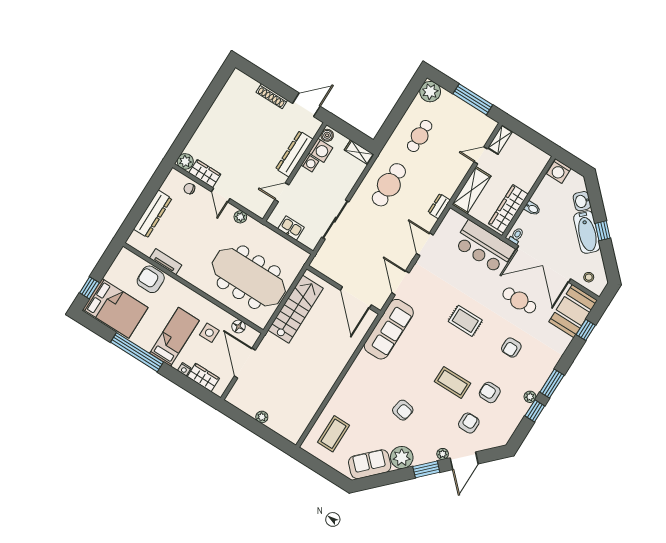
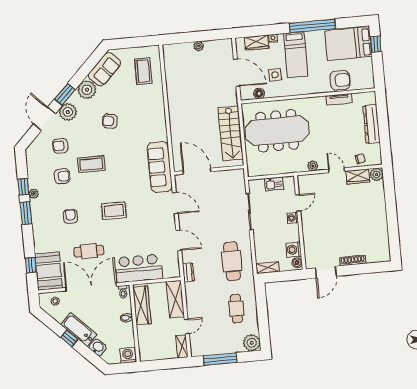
dresser: (294, 154) -> (309, 234), removed
washing machine: (310, 163) -> (293, 218), moved
armchair: (469, 423) -> (60, 146), turned 90
plant: (443, 454) -> (68, 112), width x1.88, depth x1.88

